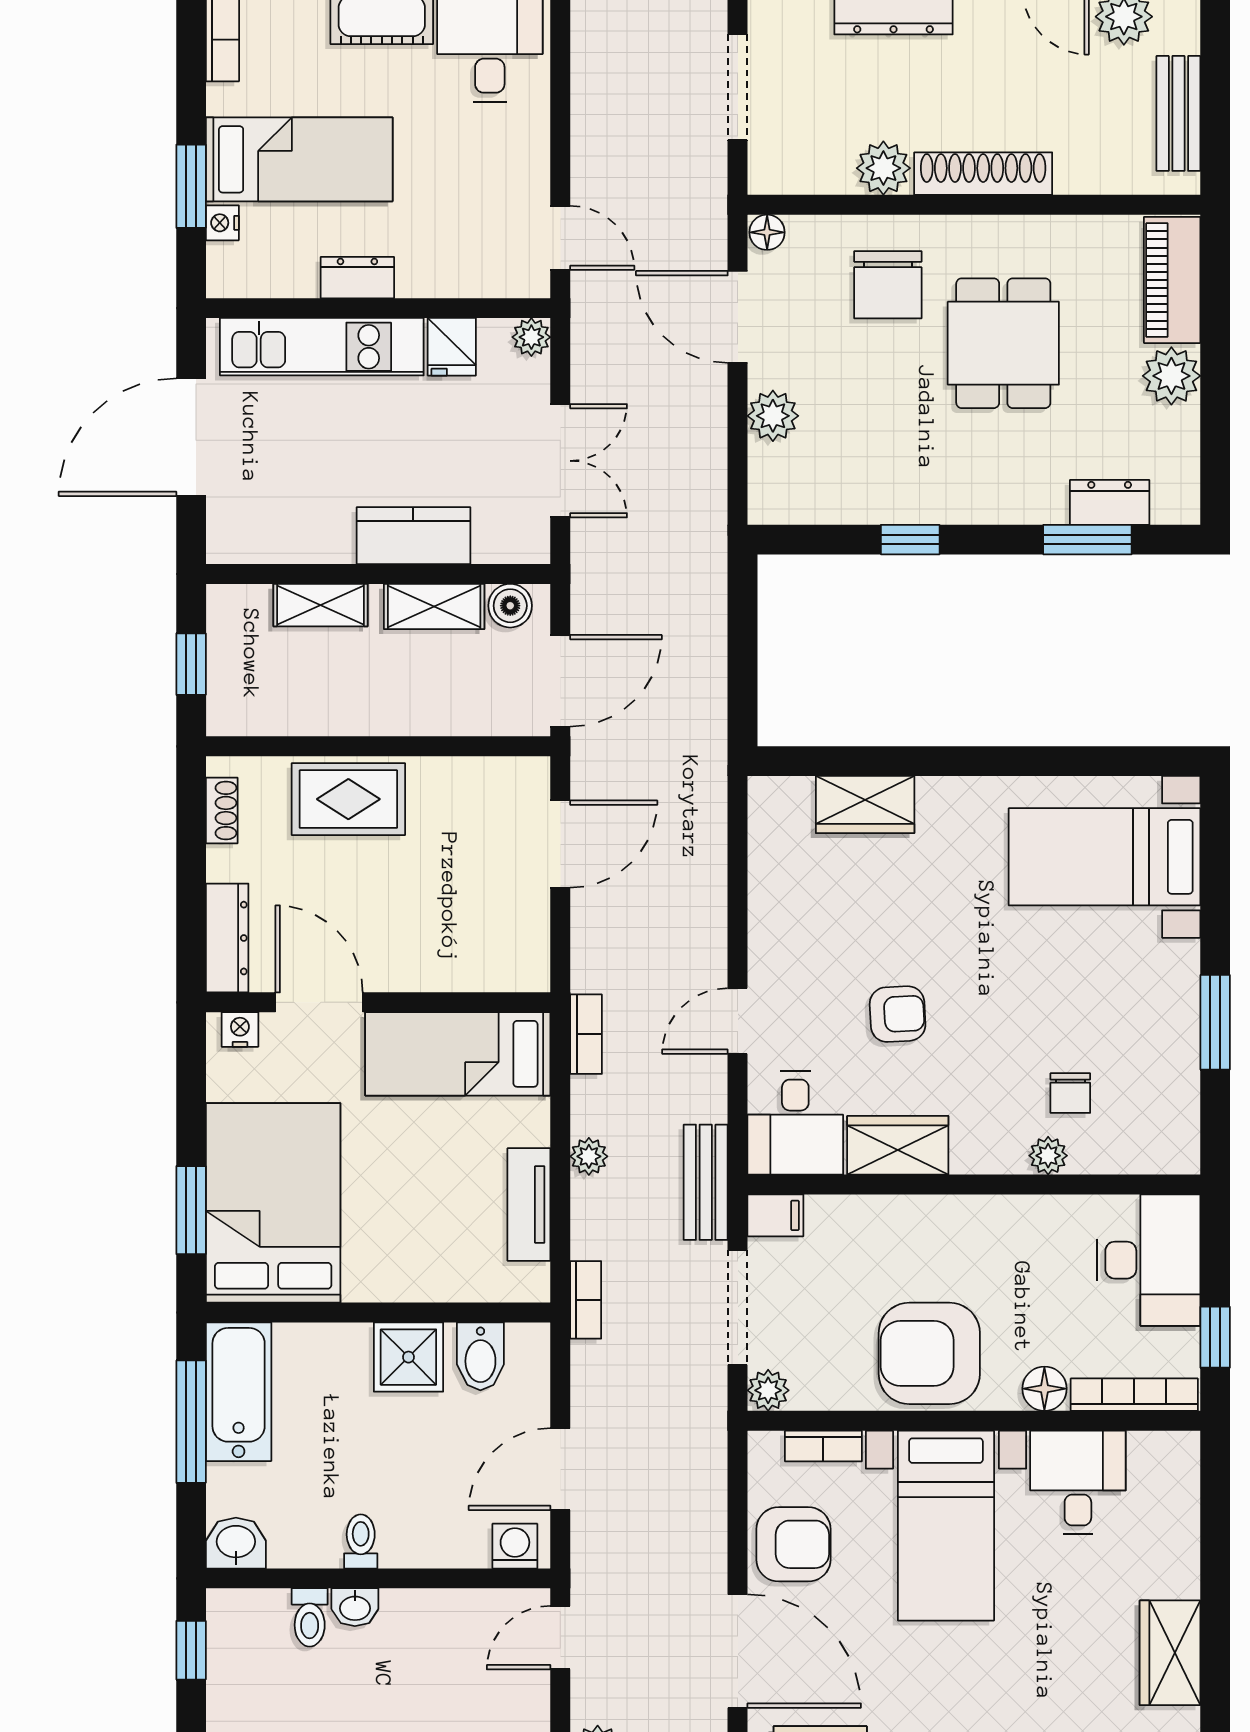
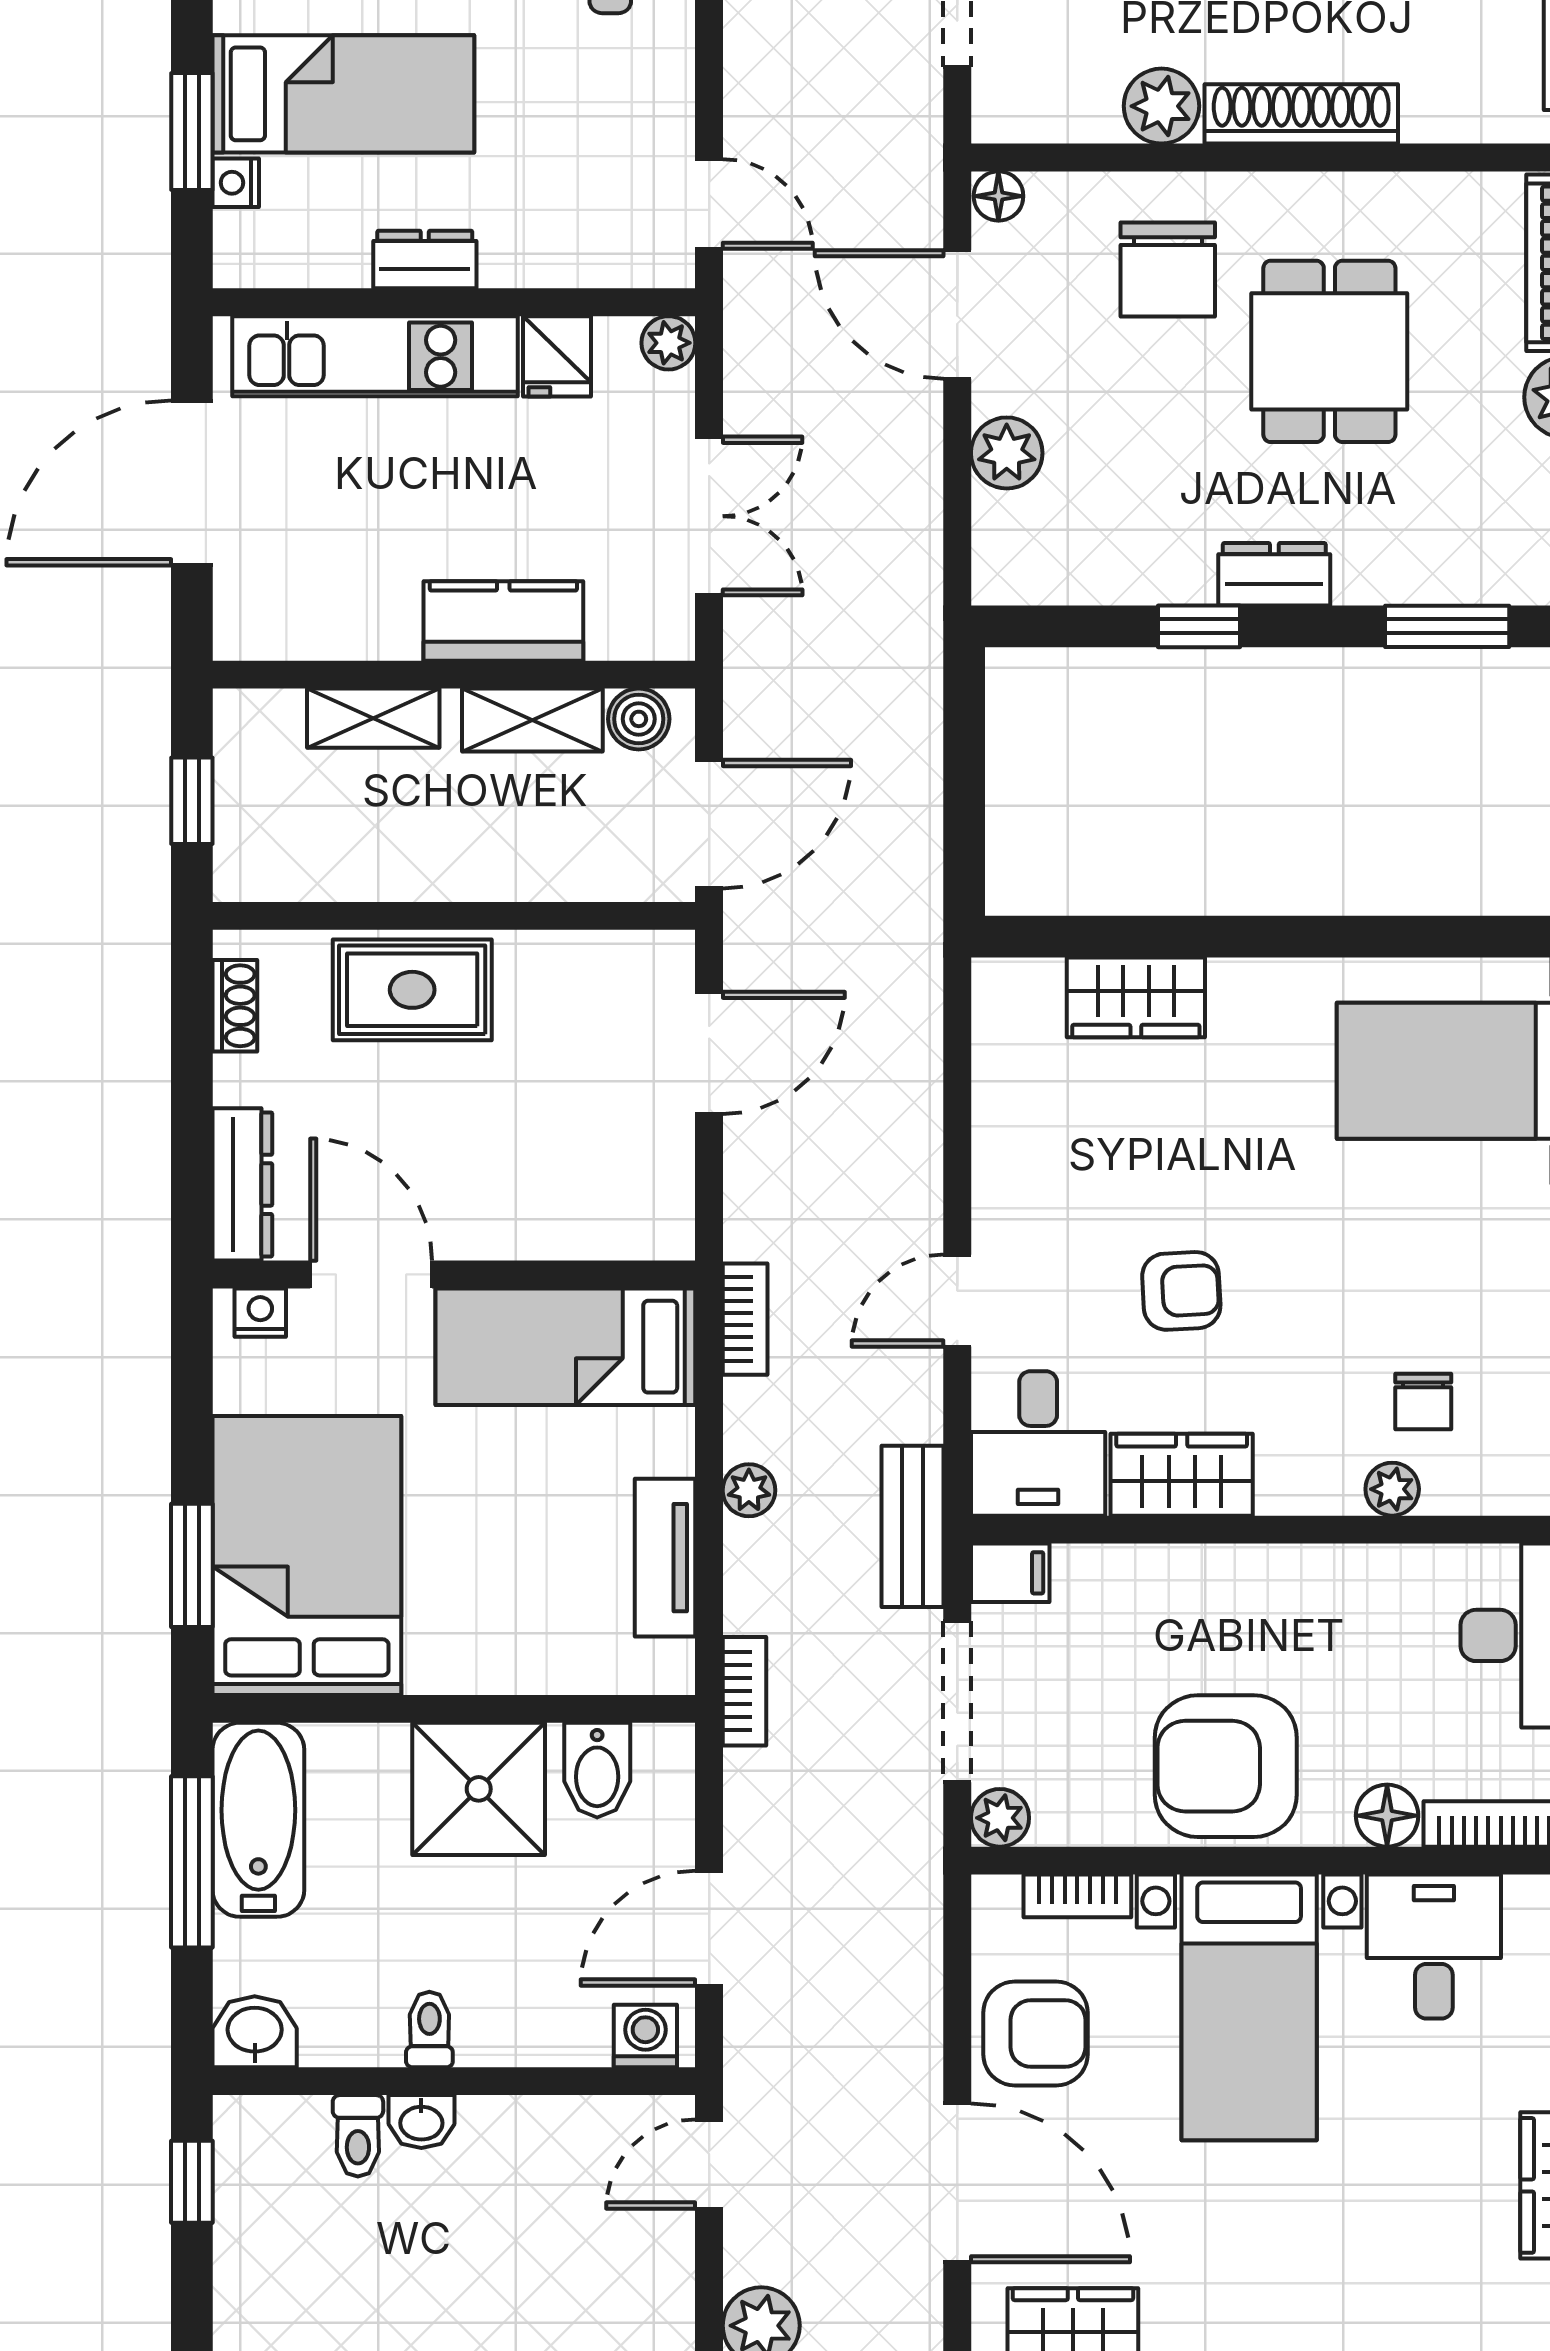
dresser: (1110, 502) -> (1274, 574), moved
shower: (408, 1357) -> (479, 1789), width x1.36, depth x1.36

